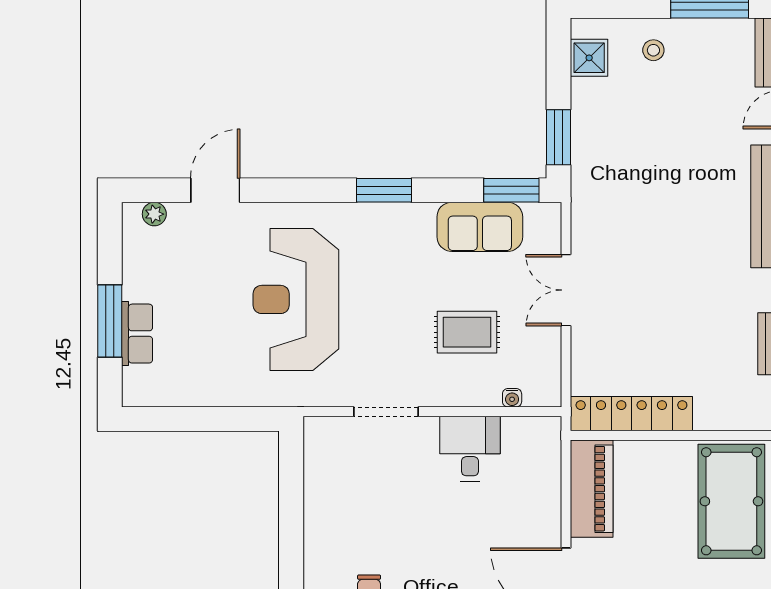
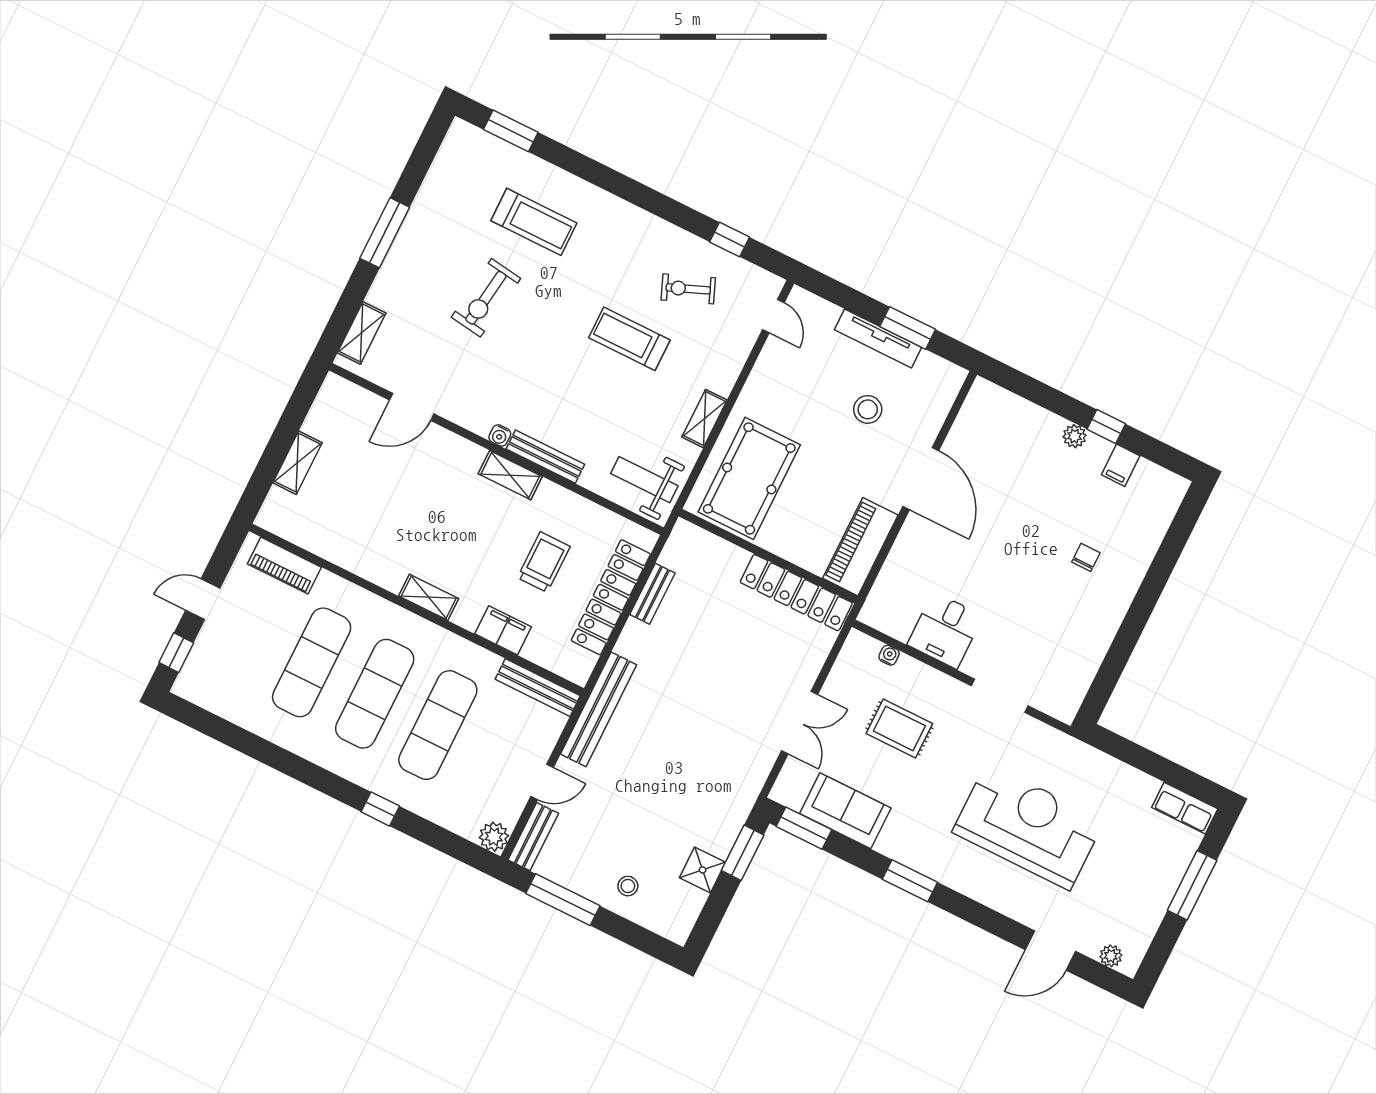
shower: (589, 58) -> (703, 870), moved
reception desk: (296, 299) -> (1028, 826), turned -90
row of seats: (137, 334) -> (1185, 808), moved, turned -90

